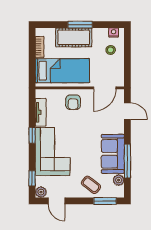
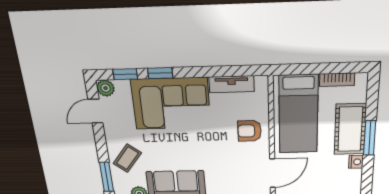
nightstand: (114, 32) -> (356, 162), moved
stool: (111, 50) -> (329, 180), removed
door: (105, 88) -> (272, 173), swing flipped
window: (32, 135) -> (160, 73), moved

